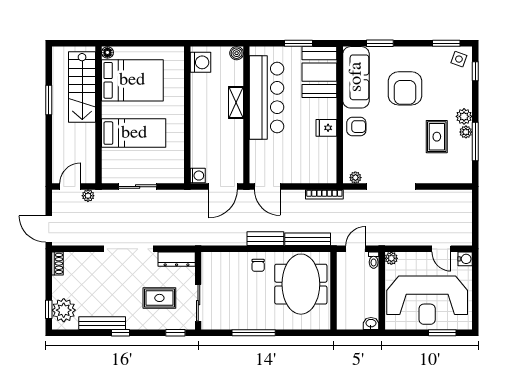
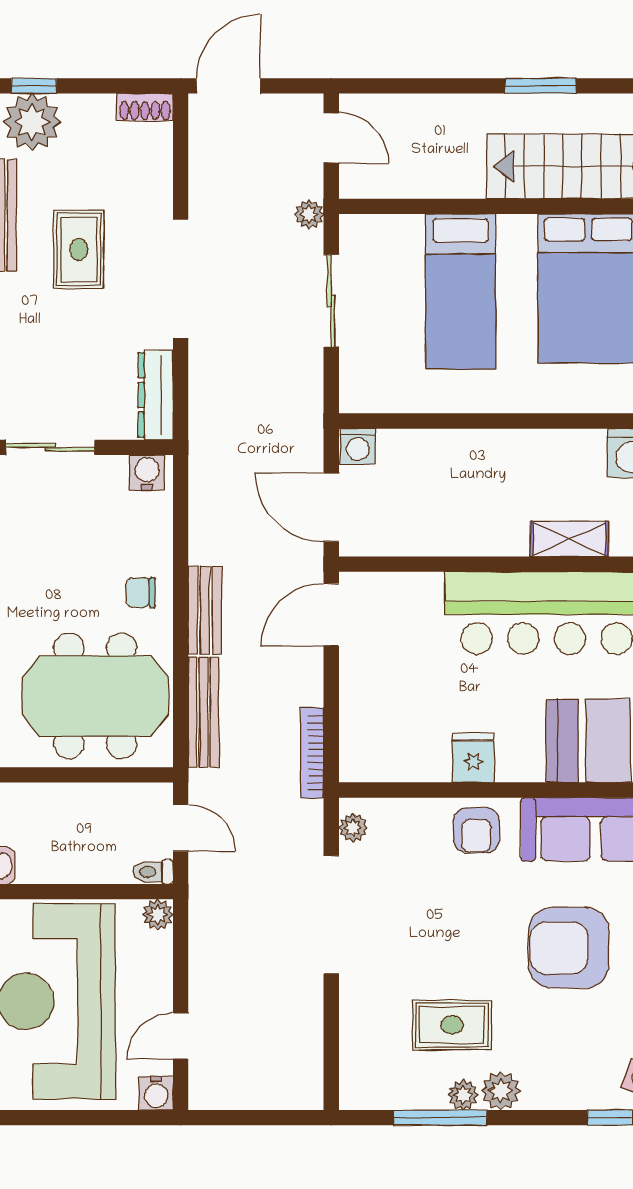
shelving: (236, 103) -> (569, 539), moved
plant: (88, 196) -> (309, 214), moved
water cooler: (209, 263) -> (147, 473), added
rug: (159, 298) -> (79, 249), moved

